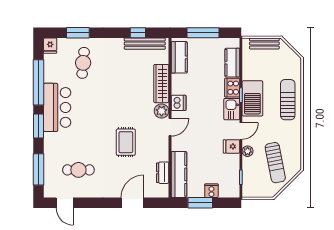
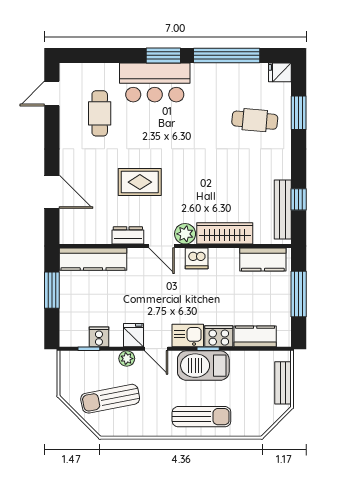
bar counter: (57, 107) -> (155, 83), moved
window: (38, 169) -> (100, 55), removed
dresser: (163, 173) -> (128, 235), moved
cooker: (211, 191) -> (99, 337), moved, turned -90

